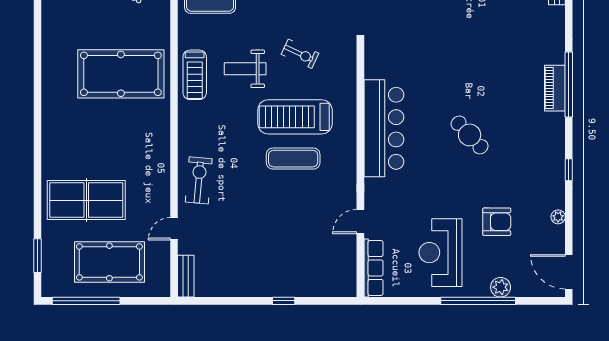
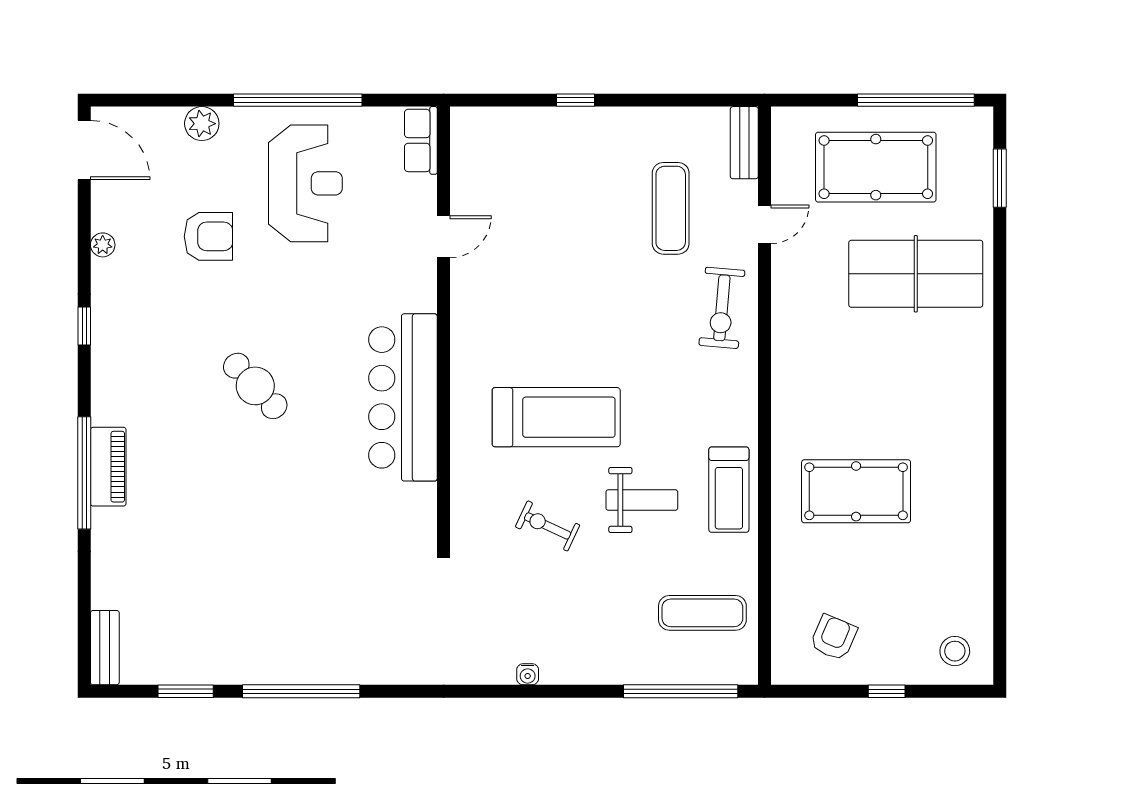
pool table: (121, 74) -> (856, 491), width x0.73, depth x0.76
treadmill: (195, 75) -> (729, 490), turned 180
exercise mat: (293, 159) -> (671, 208), moved, turned 90
armchair: (497, 222) -> (208, 236), turned 180
row of seats: (373, 268) -> (421, 140), width x0.68
window: (478, 301) -> (298, 100), moved

